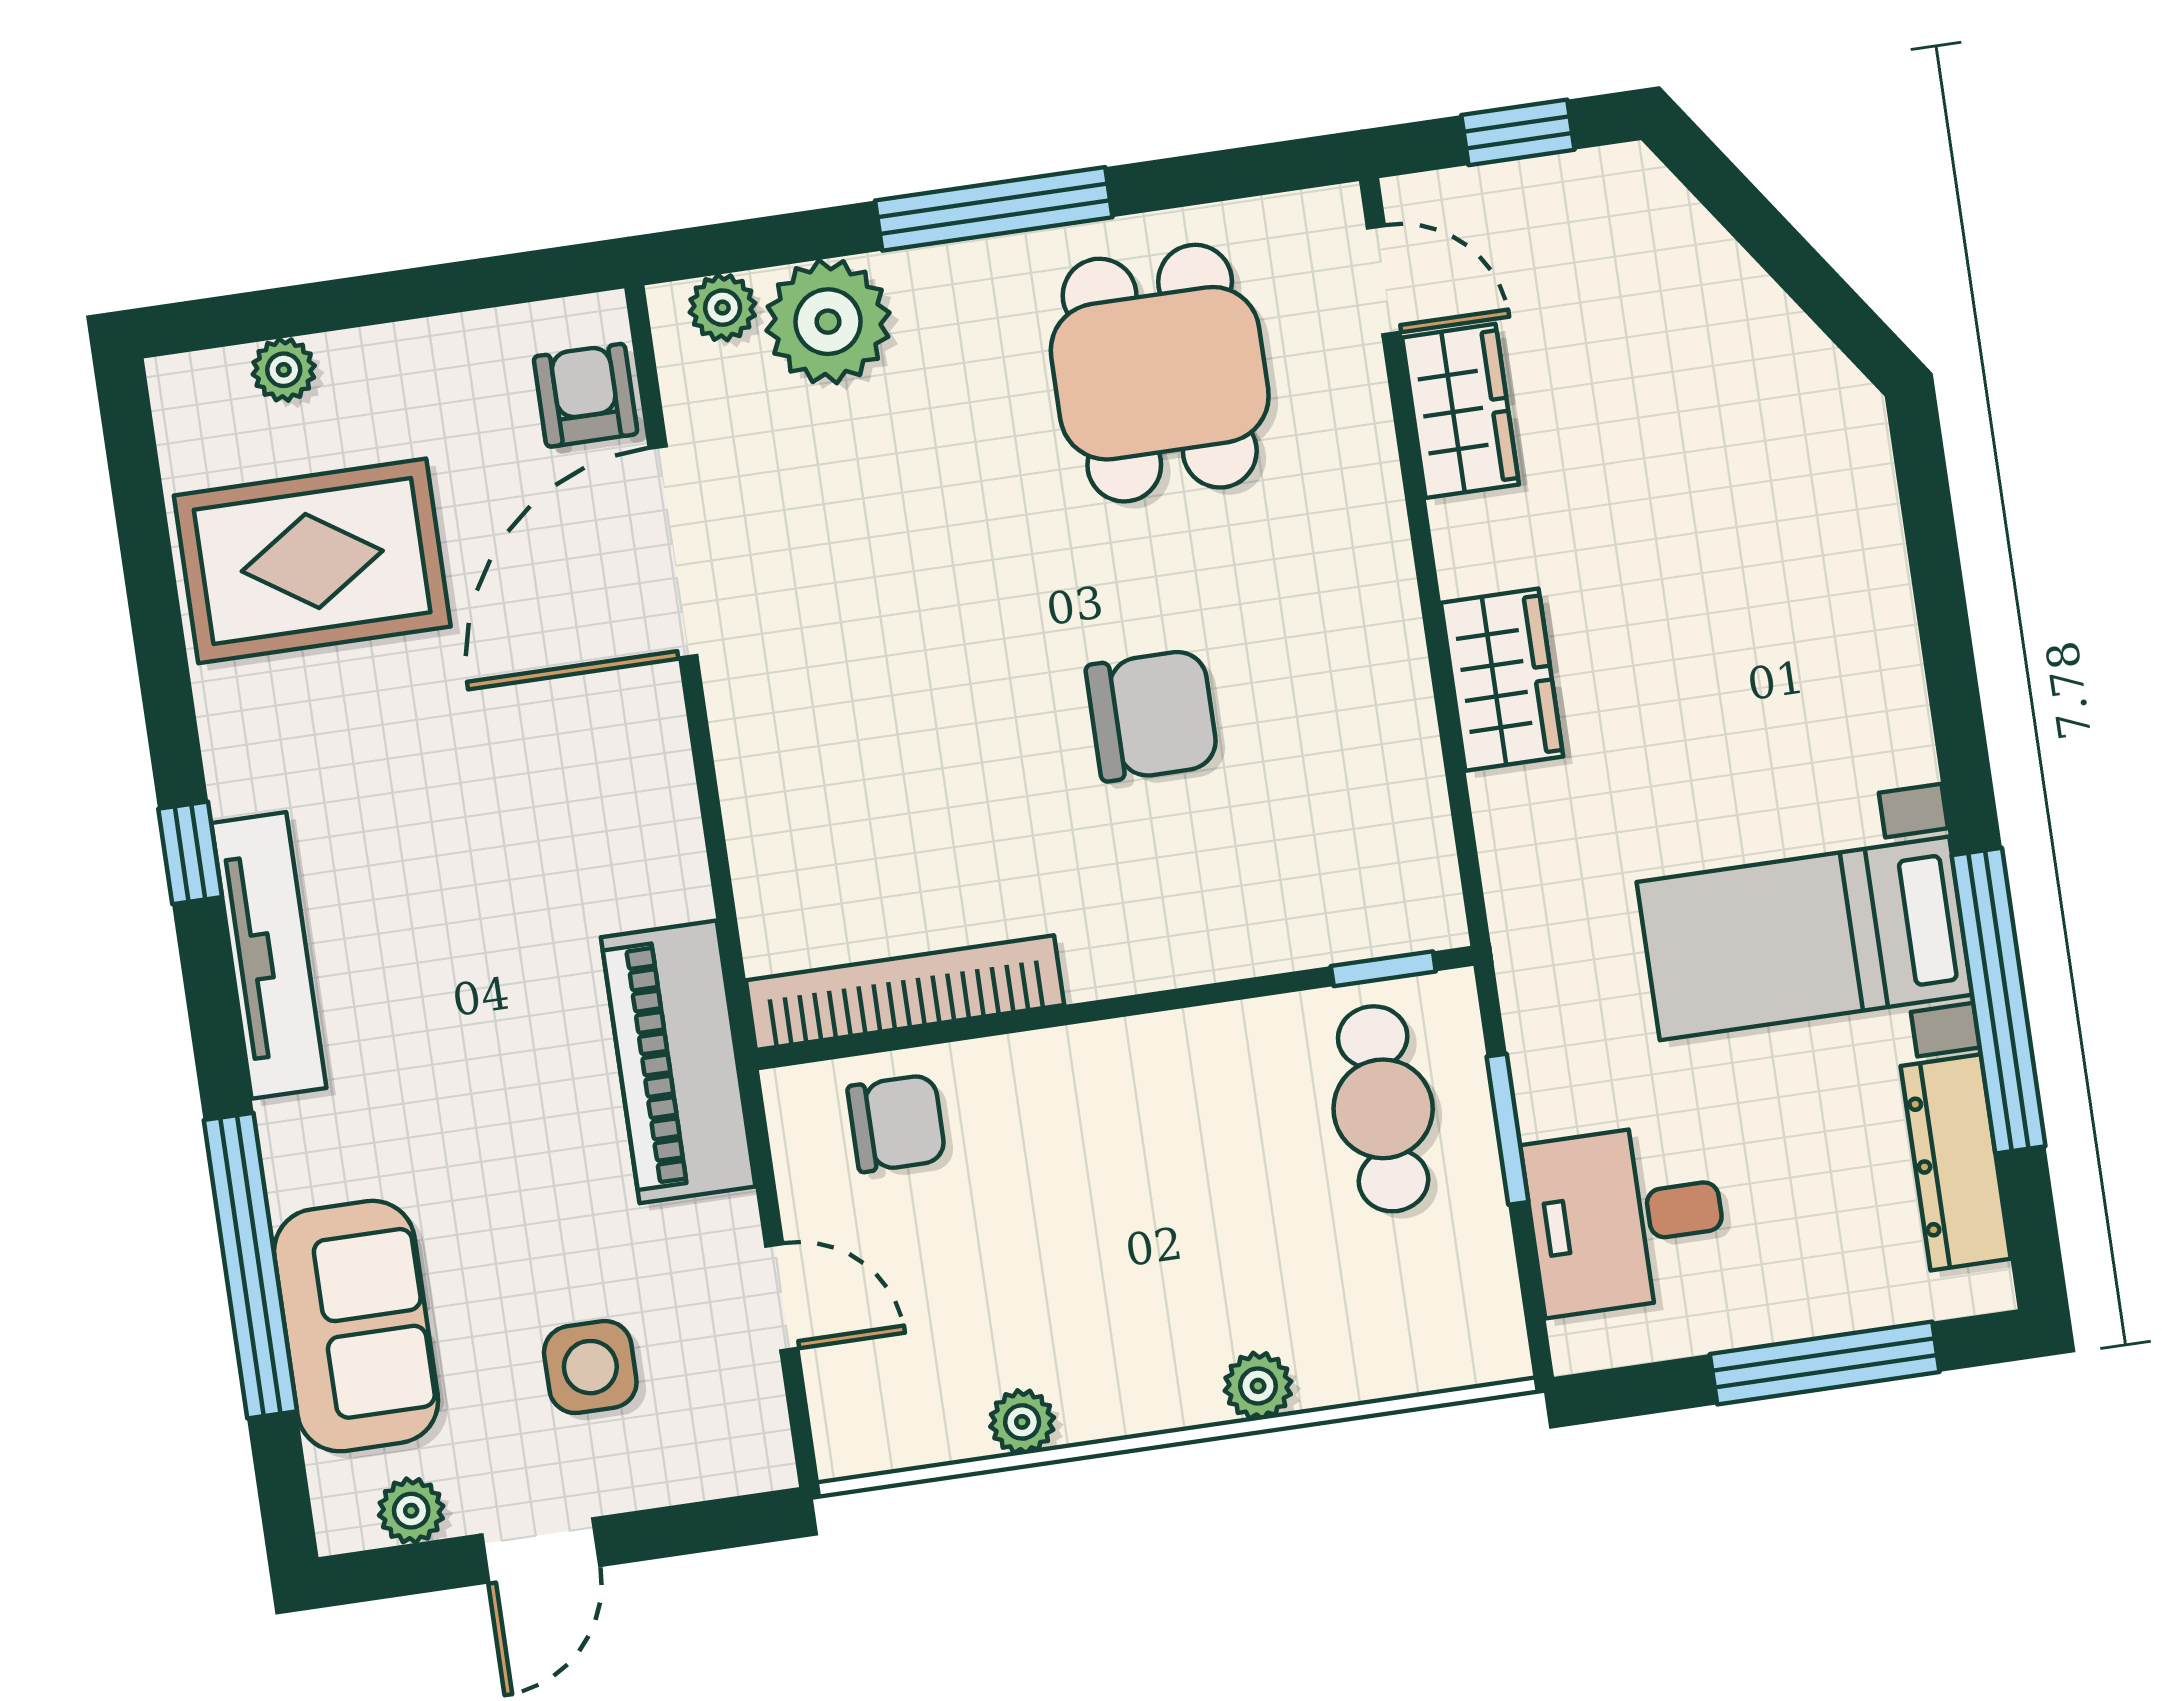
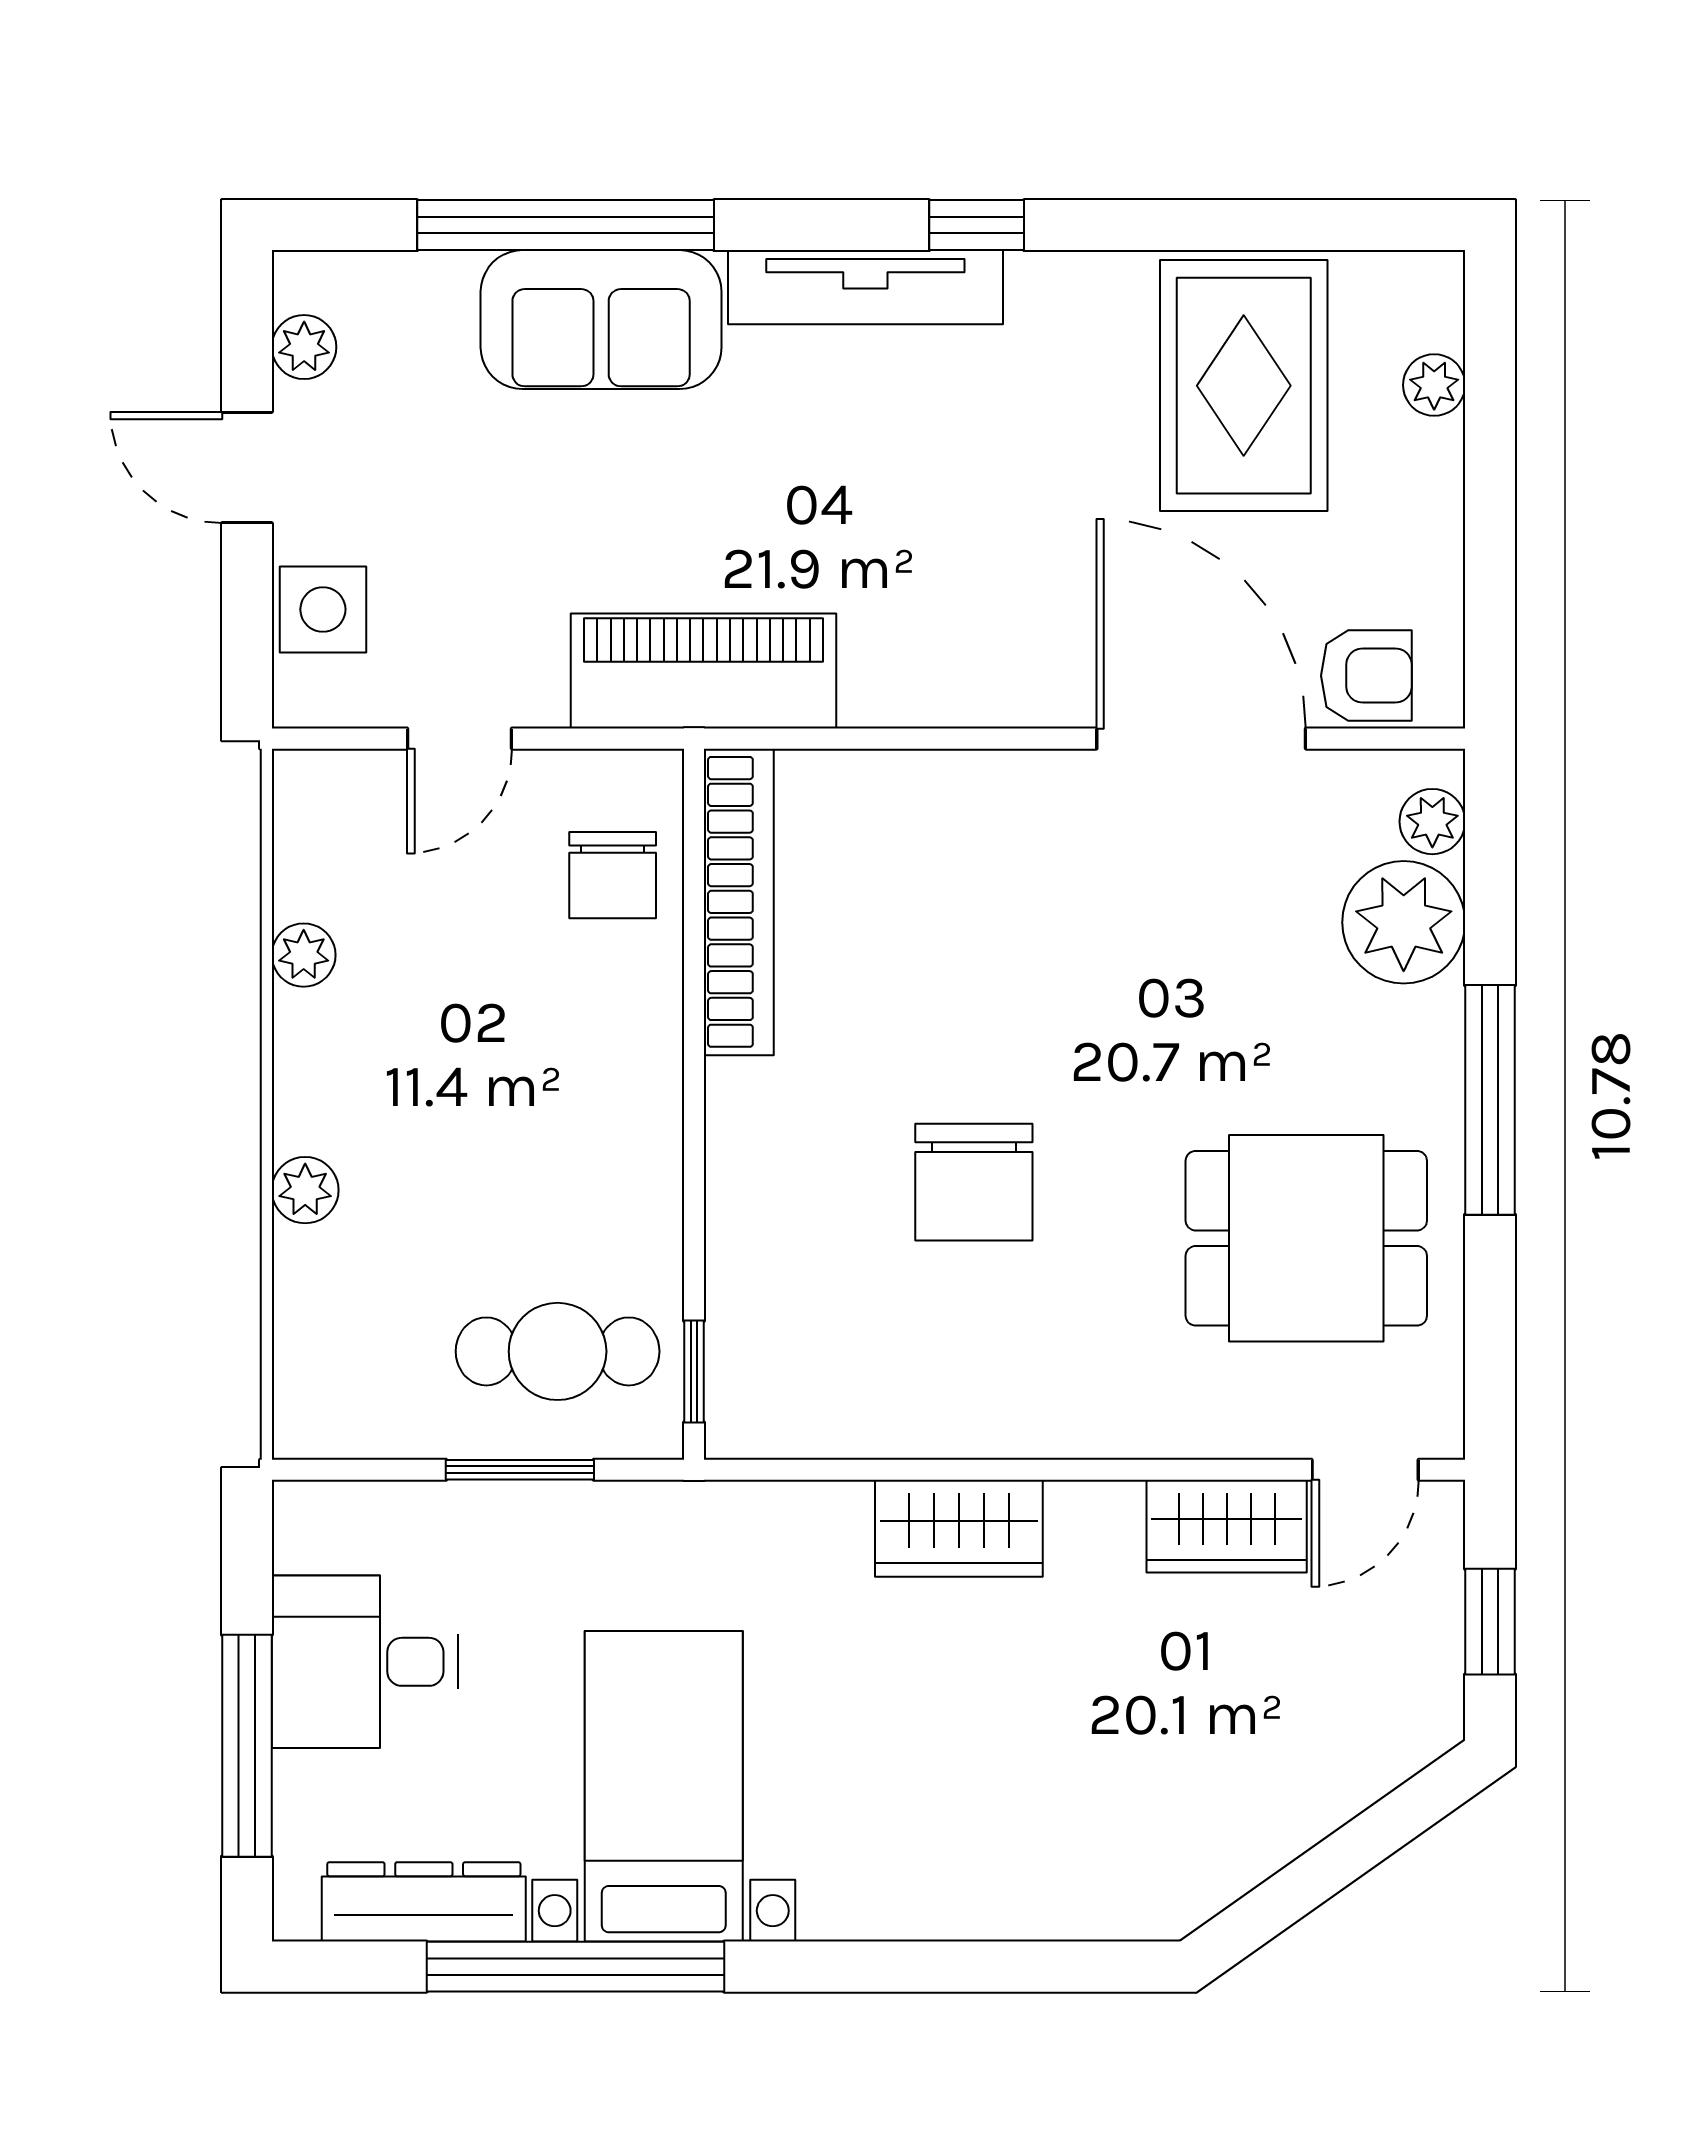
desk: (1626, 1218) -> (365, 1662), moved, turned -90
sofa: (356, 1326) -> (601, 320), moved
side table: (590, 1367) -> (323, 609), moved

